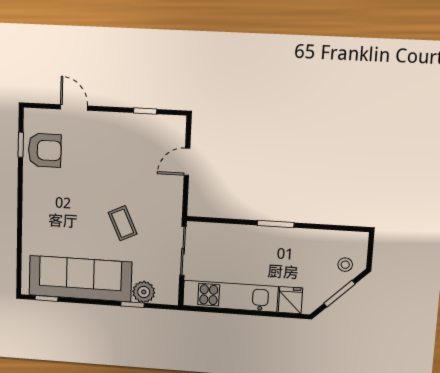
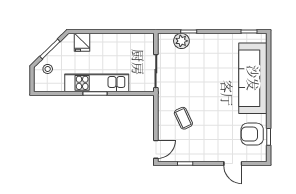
door: (187, 162) -> (156, 149), moved
coffee table: (123, 223) -> (183, 118), moved
sofa: (80, 279) -> (253, 78), moved, turned 90
kitchen unit: (230, 296) -> (97, 83), moved, turned 180

